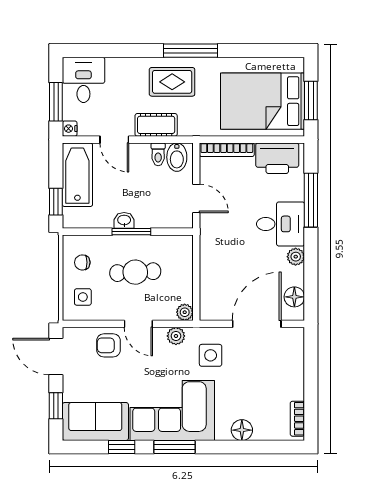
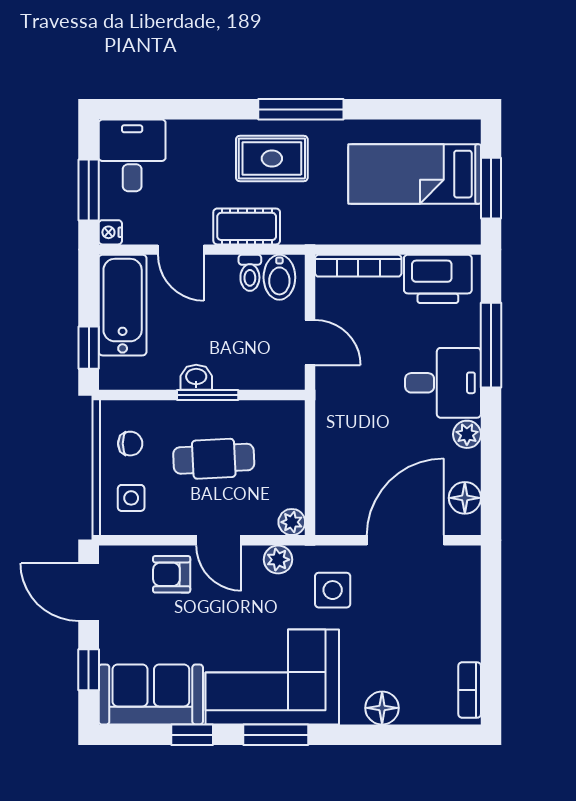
bed: (263, 101) -> (415, 174), width x0.67
chair: (82, 262) -> (130, 444), turned 180

